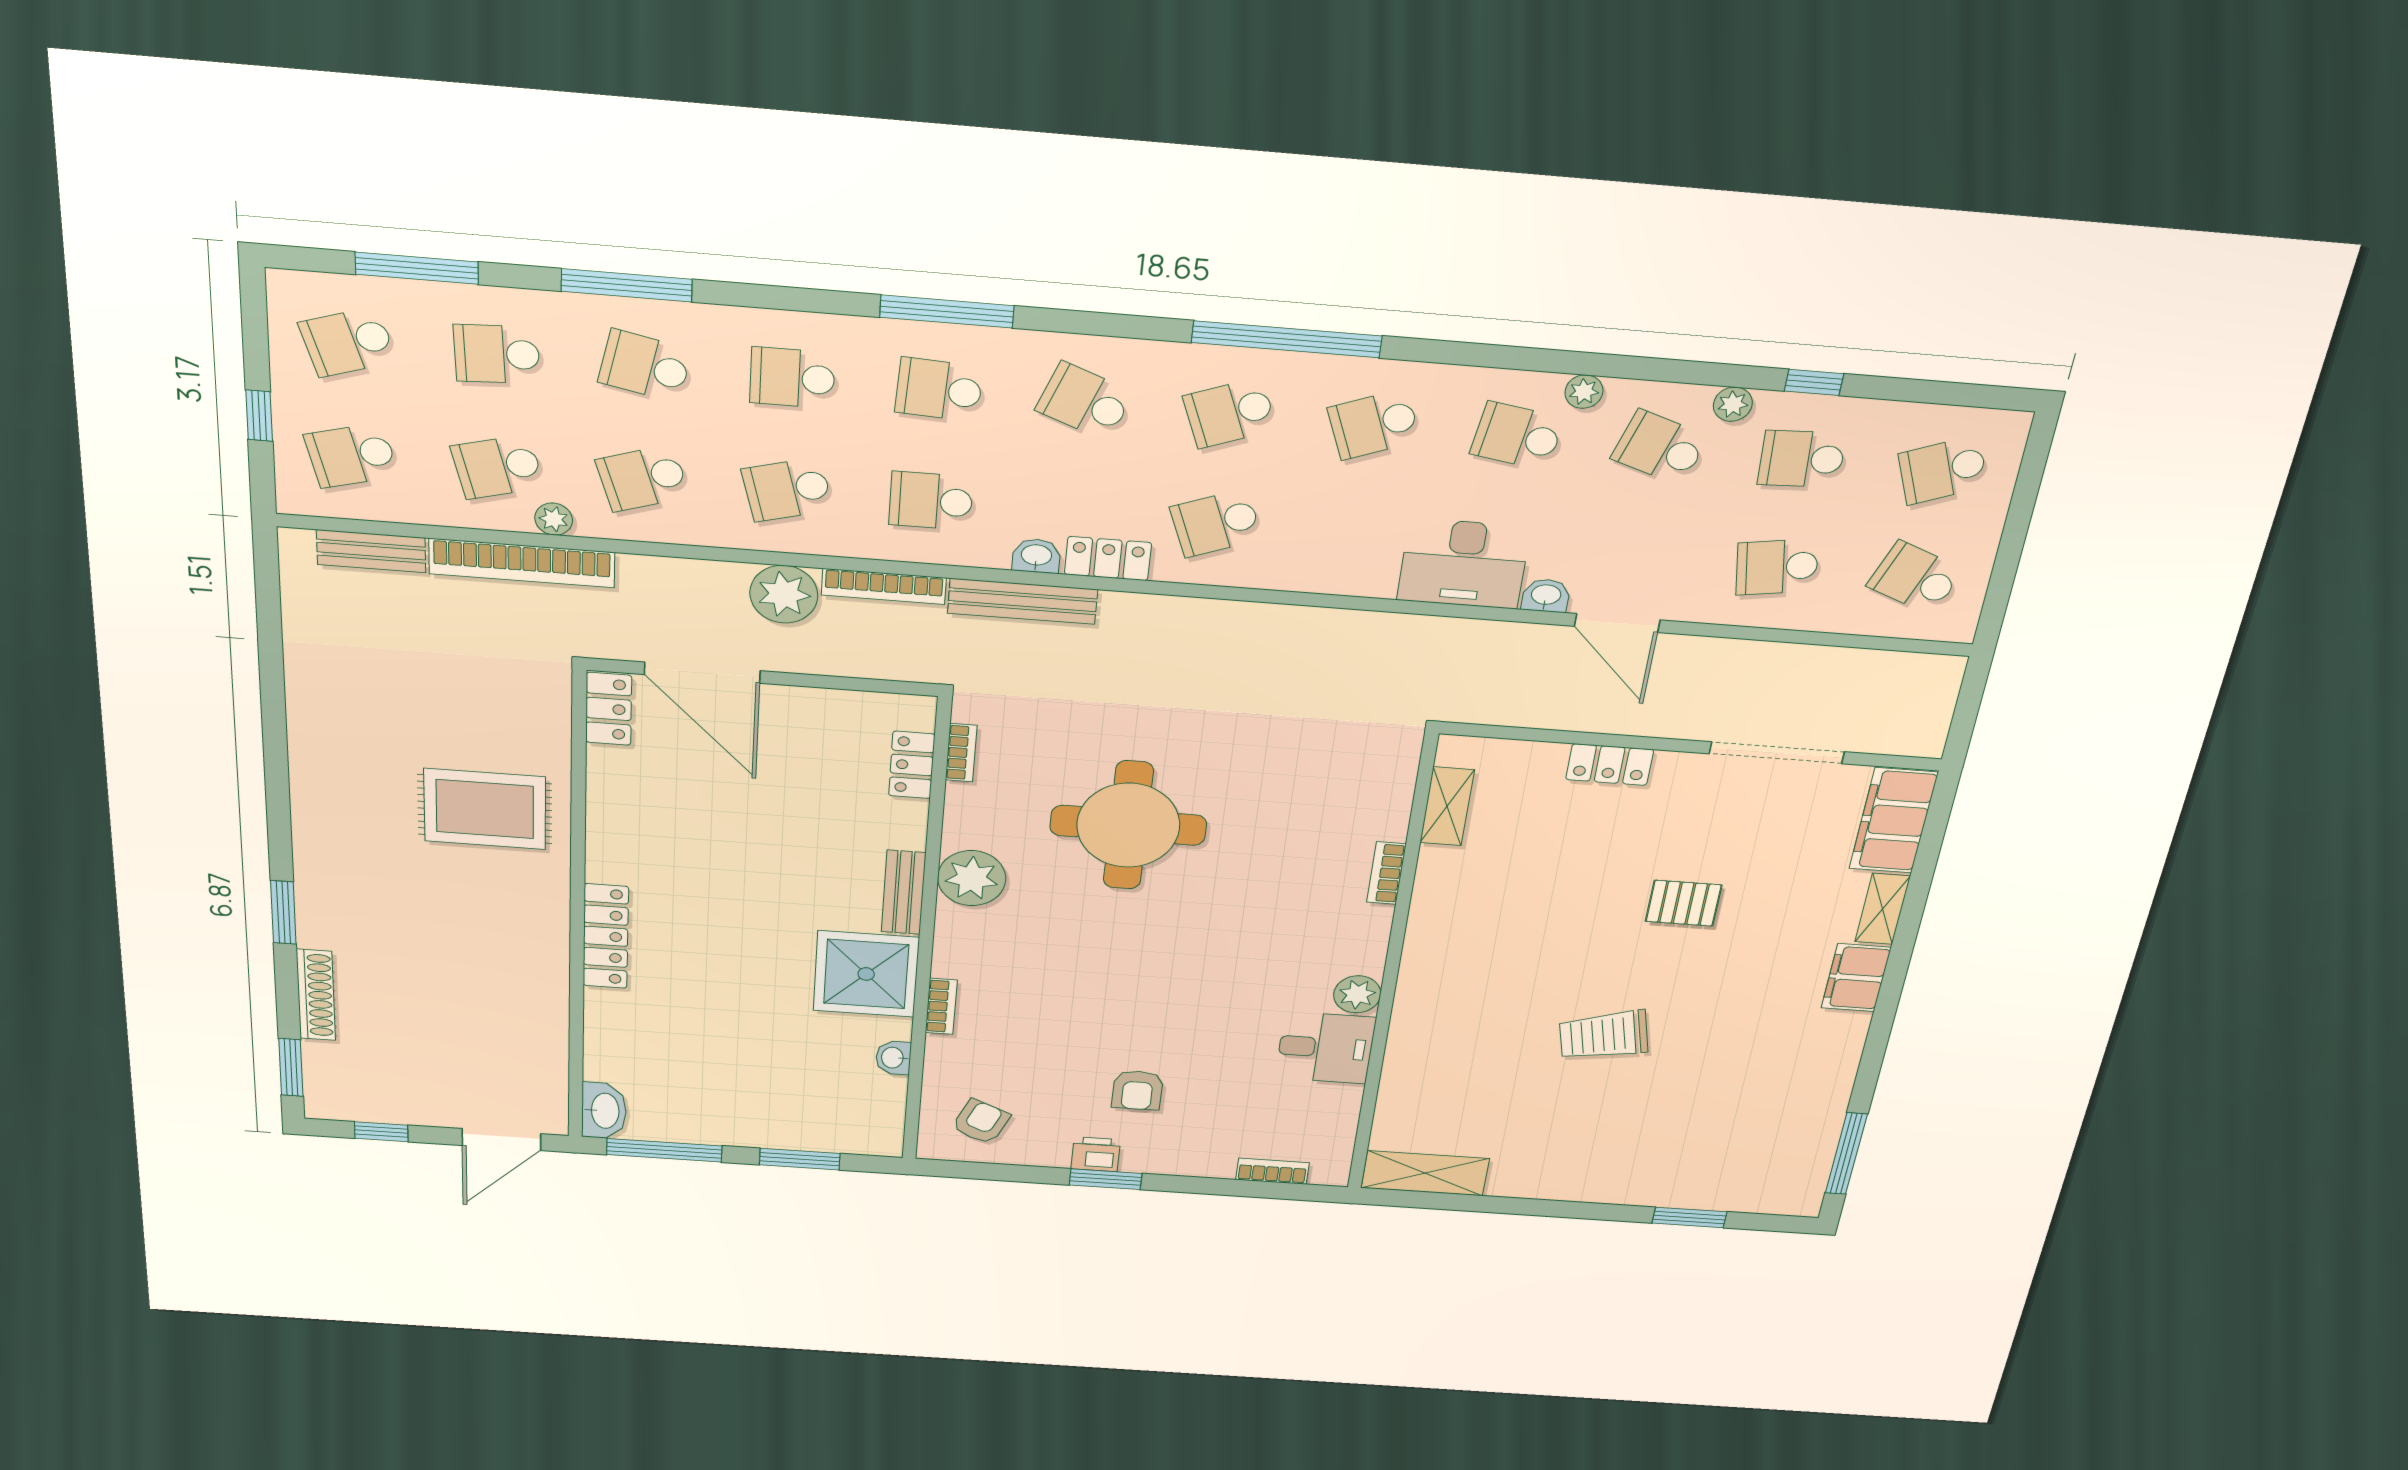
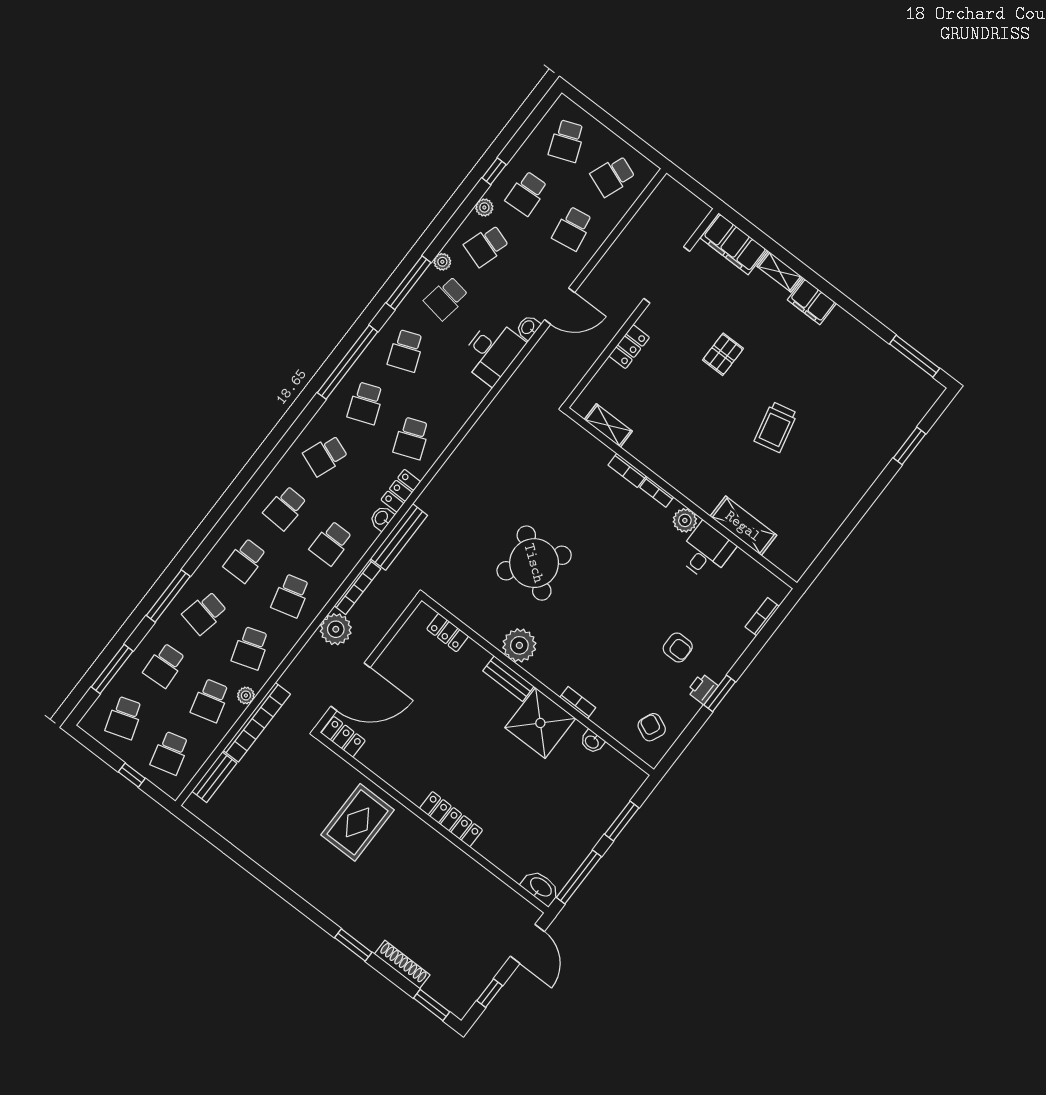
window: (947, 311) -> (409, 283), moved
bookcase: (961, 753) -> (657, 492), moved, turned 180
round table: (1128, 825) -> (534, 563), turned 37
shelving: (1425, 1173) -> (743, 526), moved, turned 90

